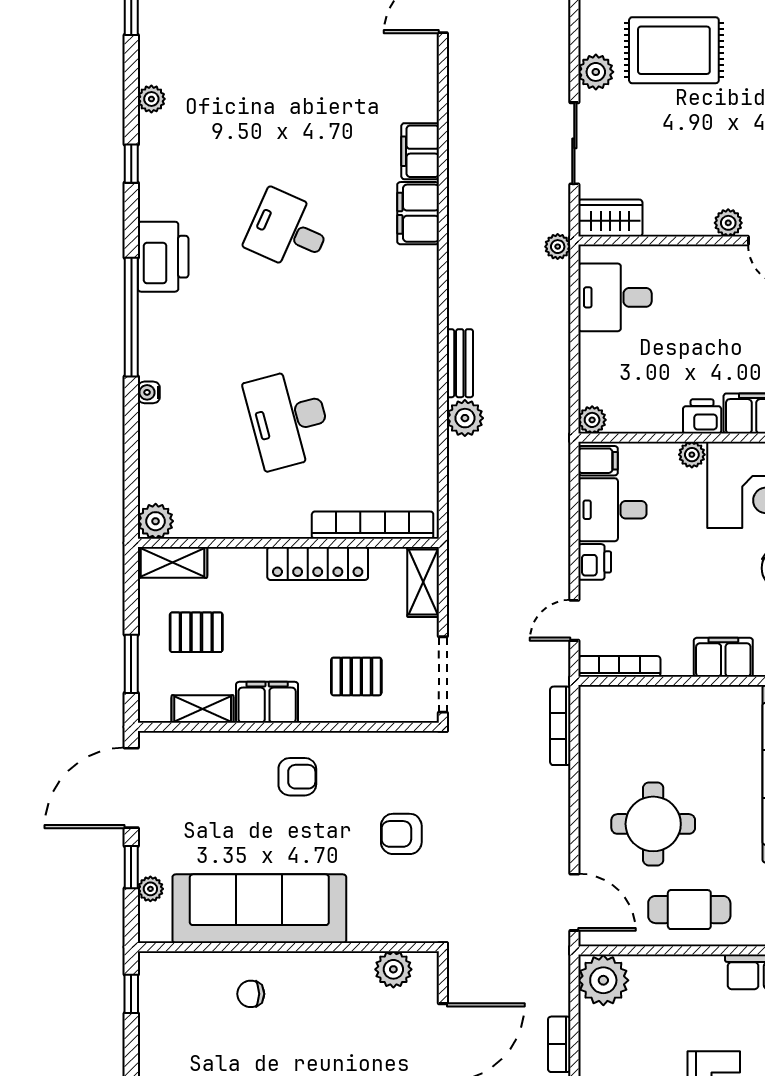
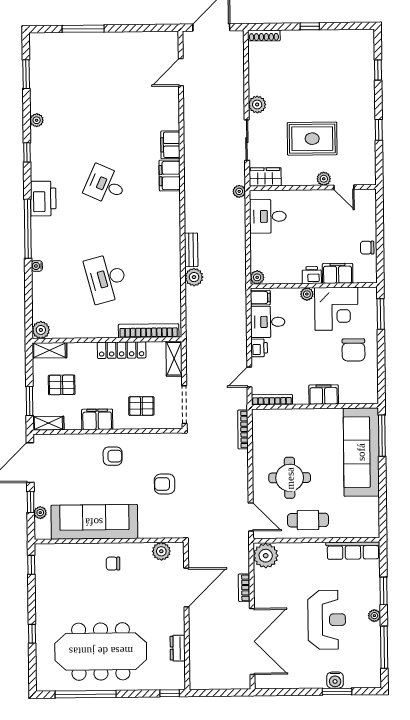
rug: (674, 50) -> (312, 139), moved
shelving: (203, 709) -> (48, 423), moved
chair: (251, 994) -> (113, 564), moved

